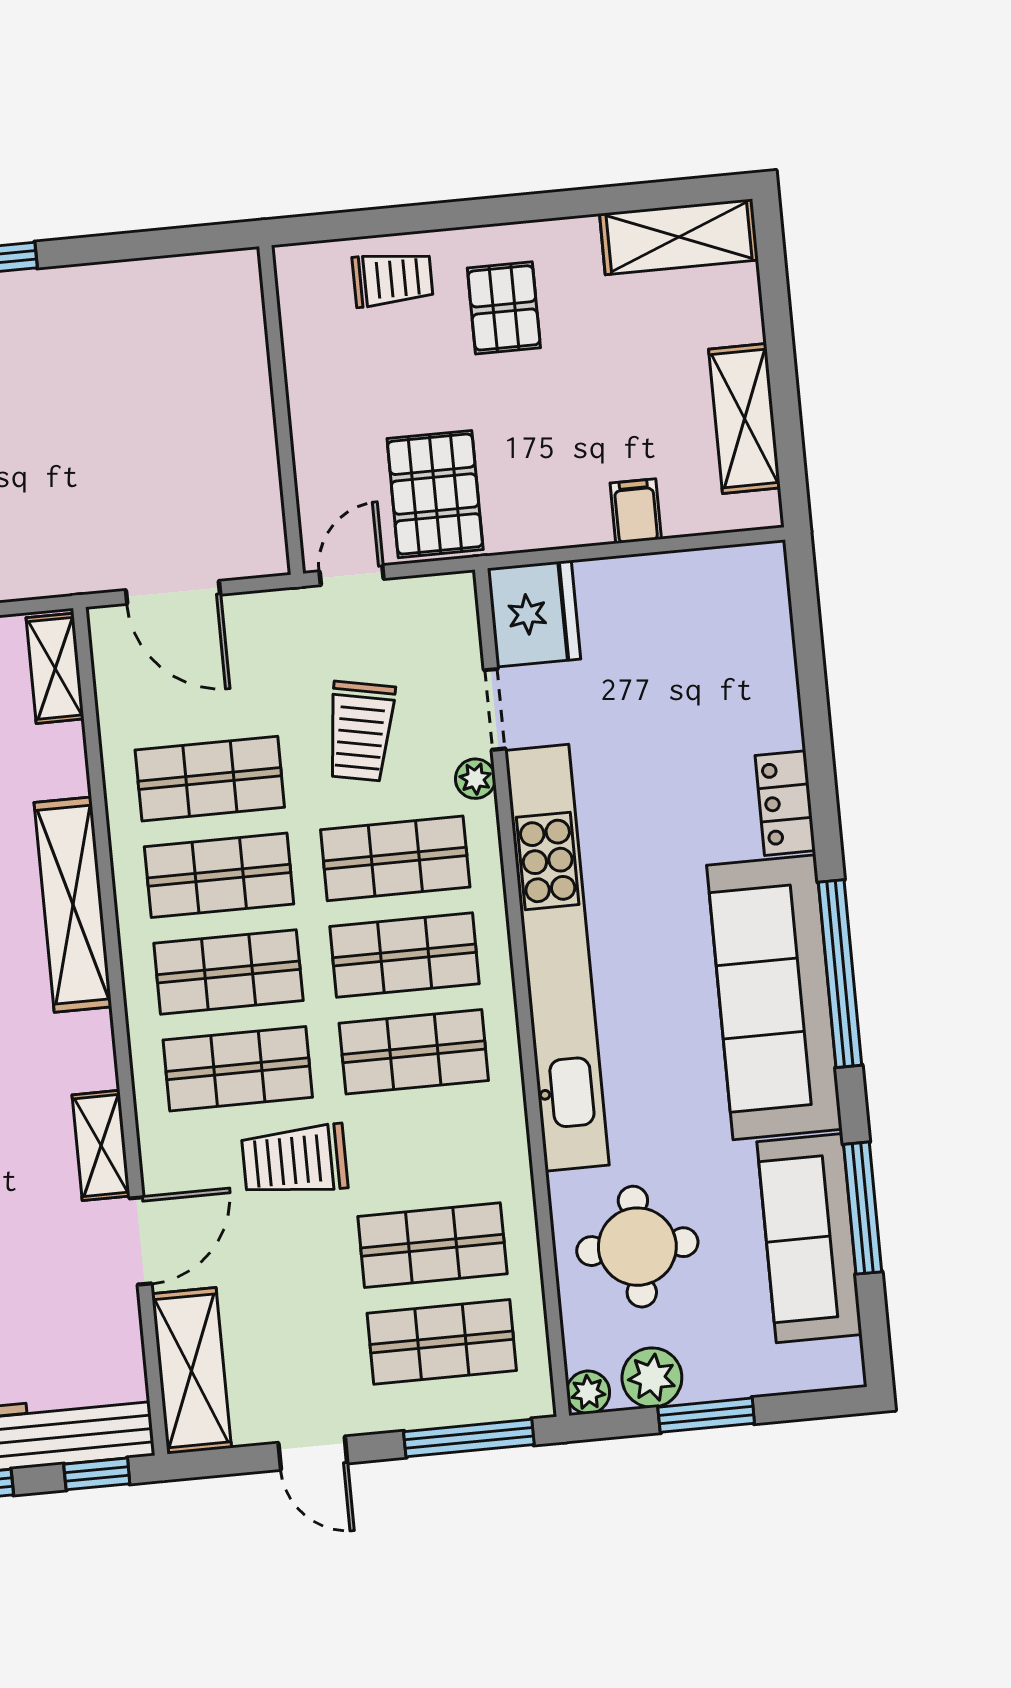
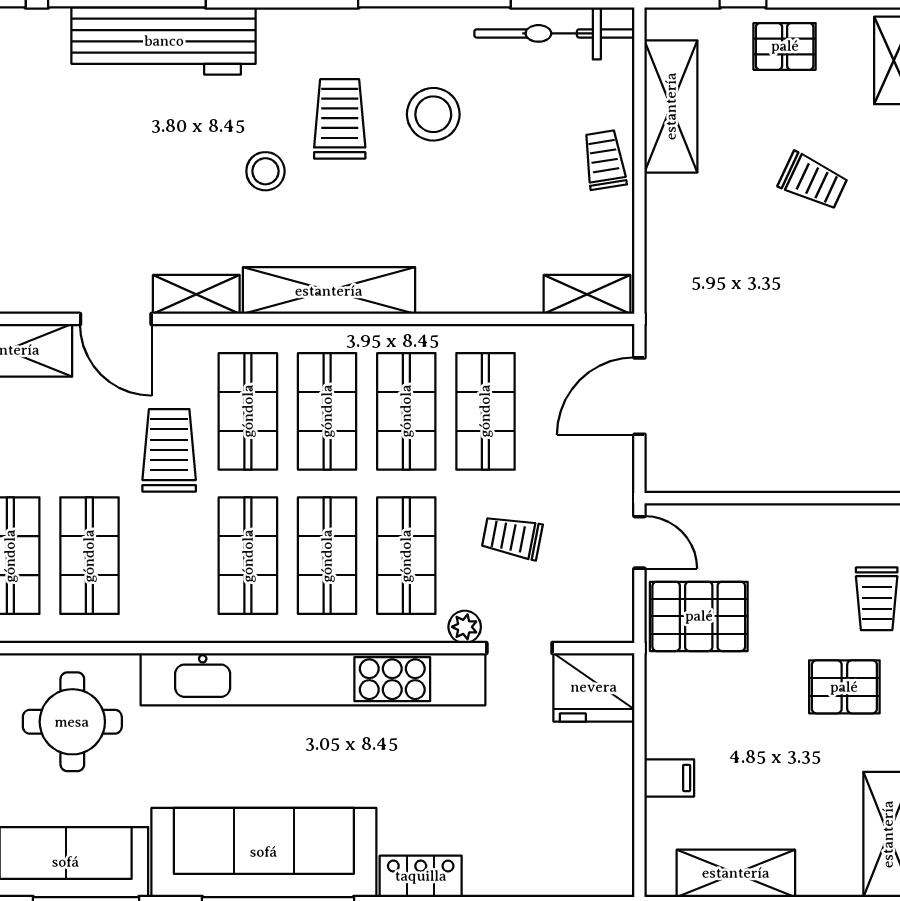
trolley: (360, 731) -> (512, 537), width x0.73, depth x0.72
shelving: (73, 905) -> (329, 291), moved

